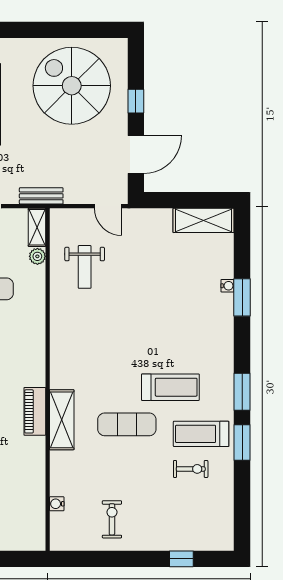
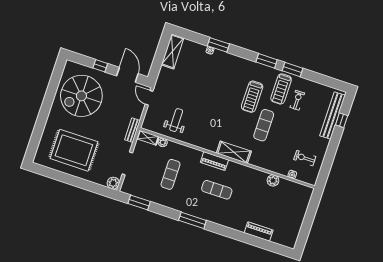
door: (108, 206) -> (149, 98), swing flipped
weight bench: (85, 267) -> (176, 120), turned -90
treadmill: (170, 387) -> (252, 97), turned 180
piano: (35, 411) -> (214, 161), moved
shelving: (62, 420) -> (234, 152), moved
plant: (35, 473) -> (273, 180), added
exercise bike: (112, 519) -> (305, 158), moved
bench: (184, 540) -> (333, 115), added

